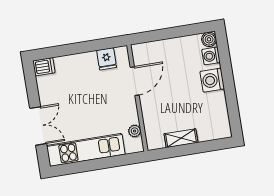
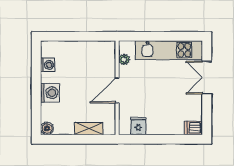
washing machine: (211, 56) -> (48, 65), moved
door: (135, 81) -> (117, 90), moved
shelving: (181, 138) -> (89, 129), moved

